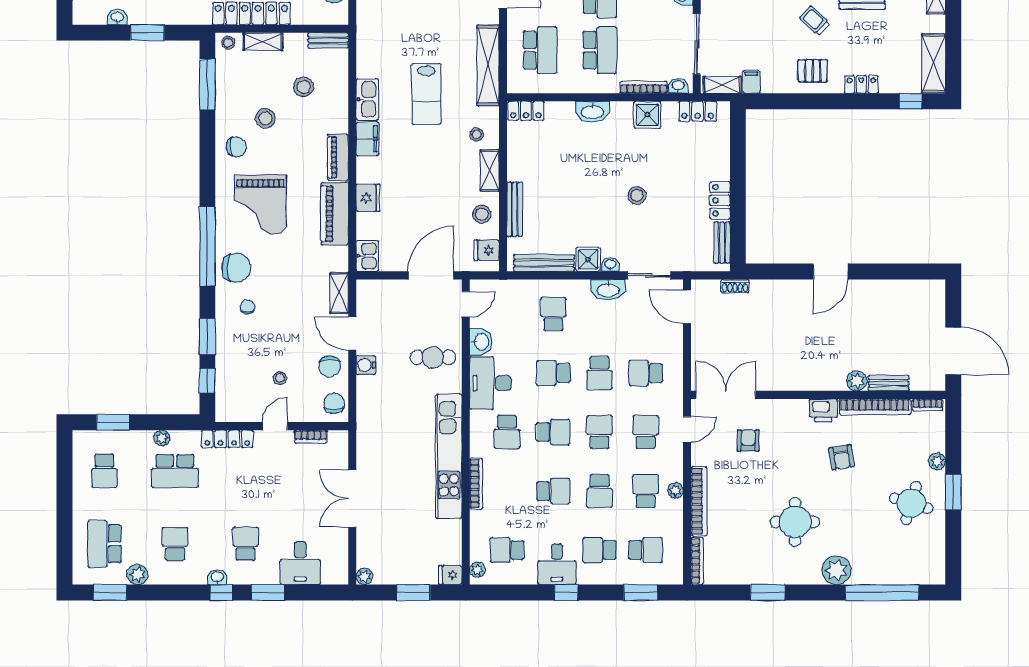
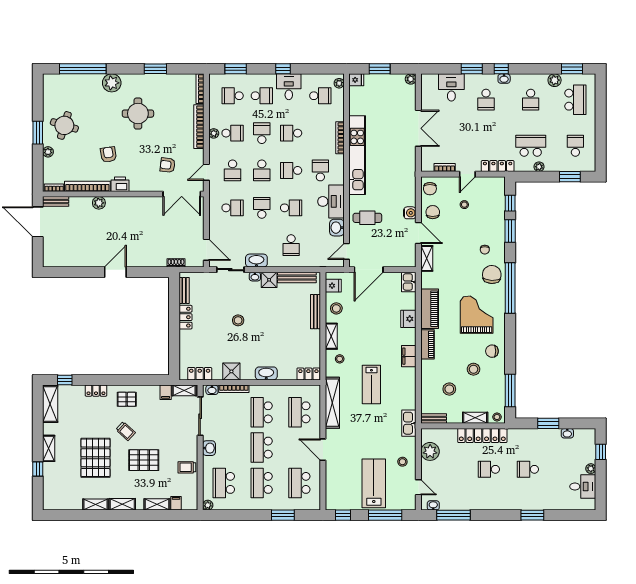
lab bench: (426, 94) -> (371, 385), turned 180
kitchen sink: (367, 99) -> (409, 423), moved
chair: (236, 268) -> (492, 275), turned 93
bench: (889, 383) -> (56, 201), moved
armchair: (748, 441) -> (168, 165), turned 97
school desk: (646, 491) -> (233, 133), turned -90

